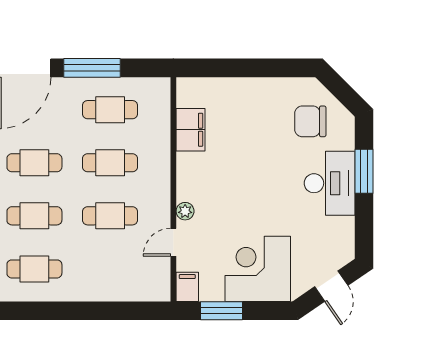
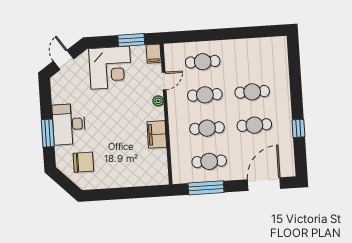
window: (92, 68) -> (206, 188), moved
filing cabinet: (191, 130) -> (157, 134), moved
cafe table: (34, 269) -> (203, 62), moved

